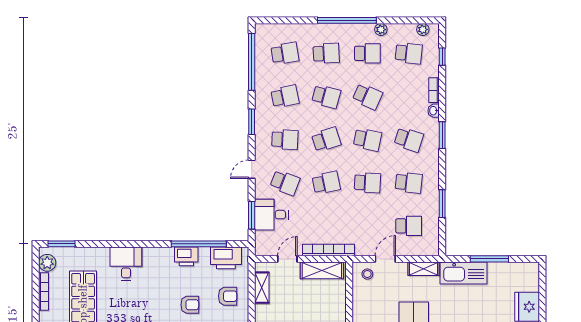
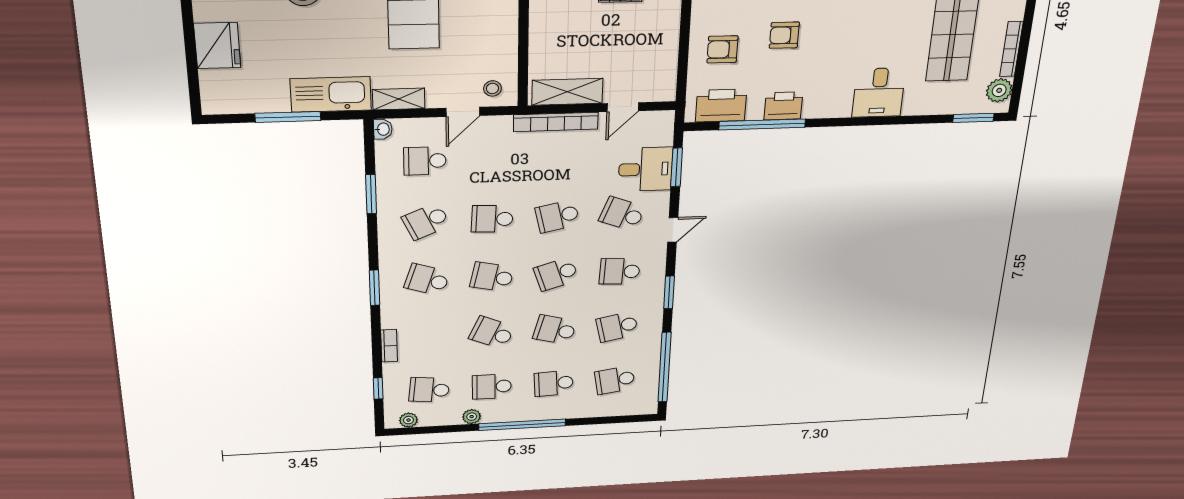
washbasin: (434, 111) -> (383, 129), moved
school desk: (409, 183) -> (426, 221), turned -30
shelving: (262, 288) -> (666, 64), removed

